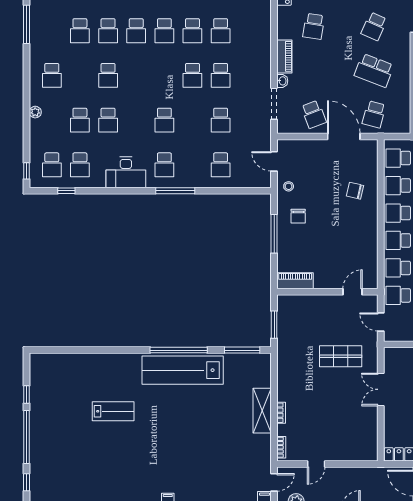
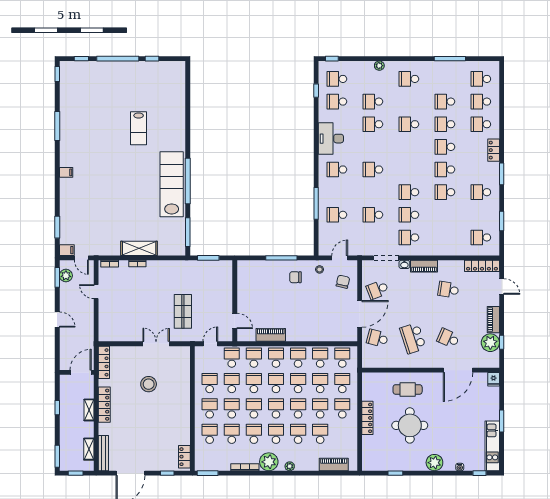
school desk: (221, 31) -> (409, 237), moved
school desk: (374, 70) -> (413, 338), turned -39
window: (175, 191) -> (316, 203), moved
chair: (355, 191) -> (343, 282), moved
piano: (295, 281) -> (271, 335), moved, turned -90

